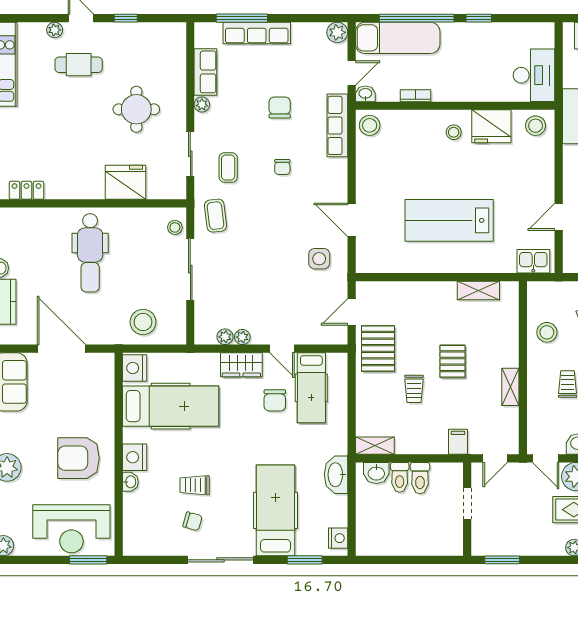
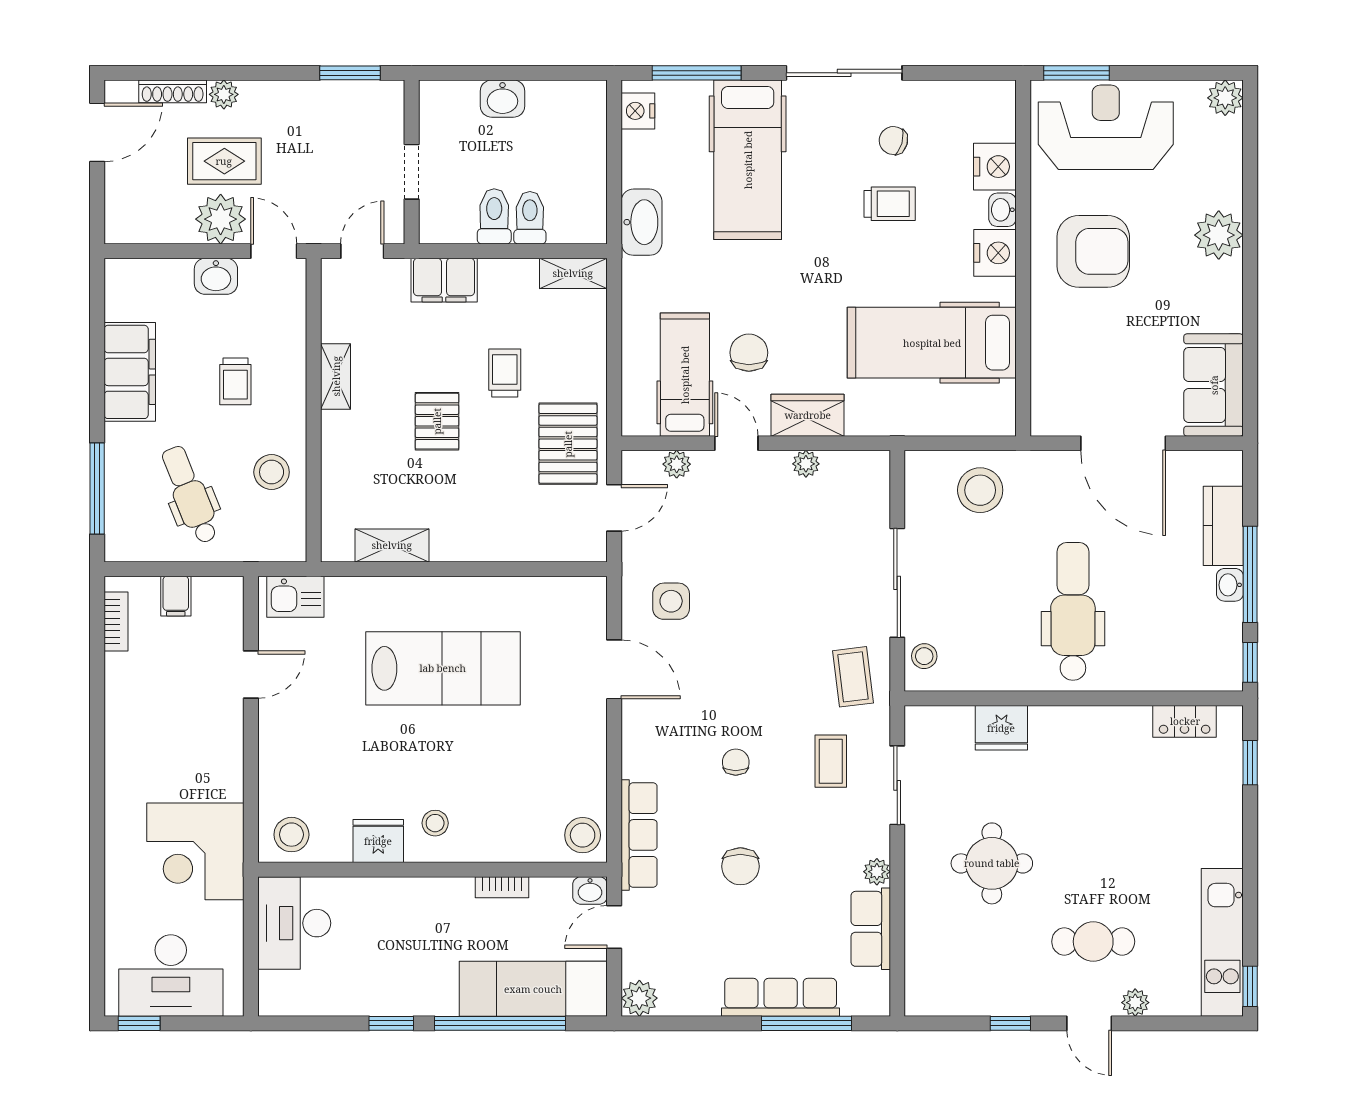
fridge: (491, 126) -> (378, 841), width x0.73, depth x0.75
fridge: (125, 182) -> (1001, 728), width x0.73, depth x0.75
plant: (225, 337) -> (677, 464), moved
nightstand: (135, 368) -> (995, 167), moved
filing cabinet: (458, 442) -> (444, 280), width x2.00
washbasin: (376, 473) -> (503, 99), moved, turned 180
window: (305, 560) -> (697, 73), width x1.44

